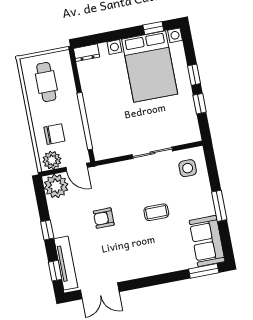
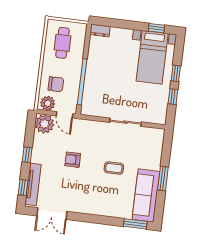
bed with nightstands: (150, 67) -> (152, 57), width x0.73
side table: (188, 168) -> (148, 142), removed
sofa: (207, 241) -> (146, 195), width x1.36

